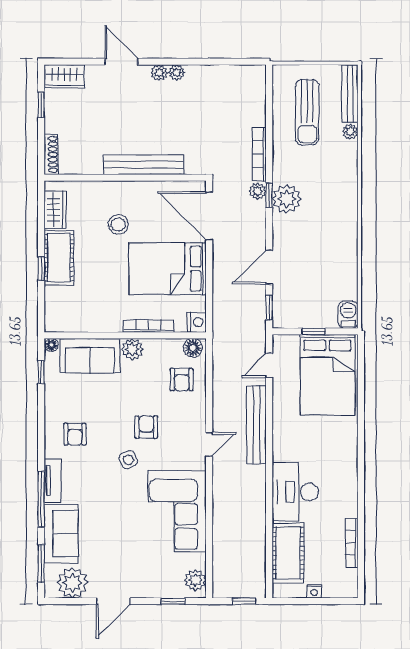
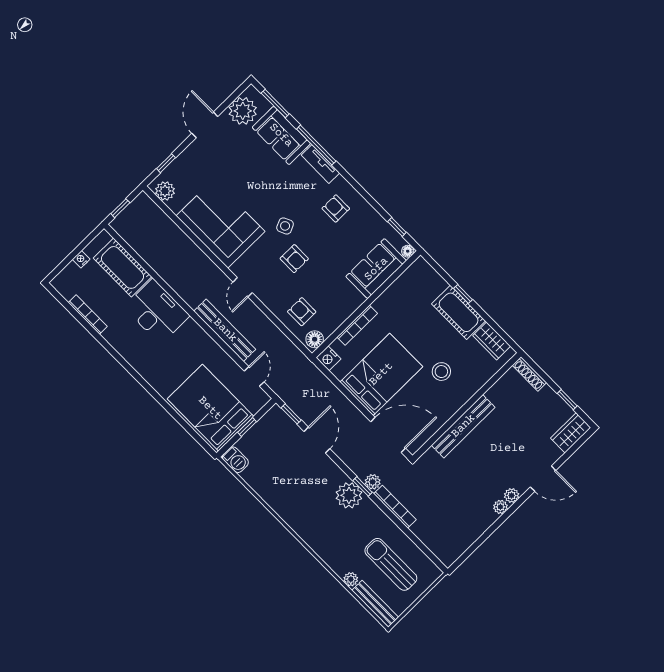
plant: (132, 349) -> (353, 300), removed

